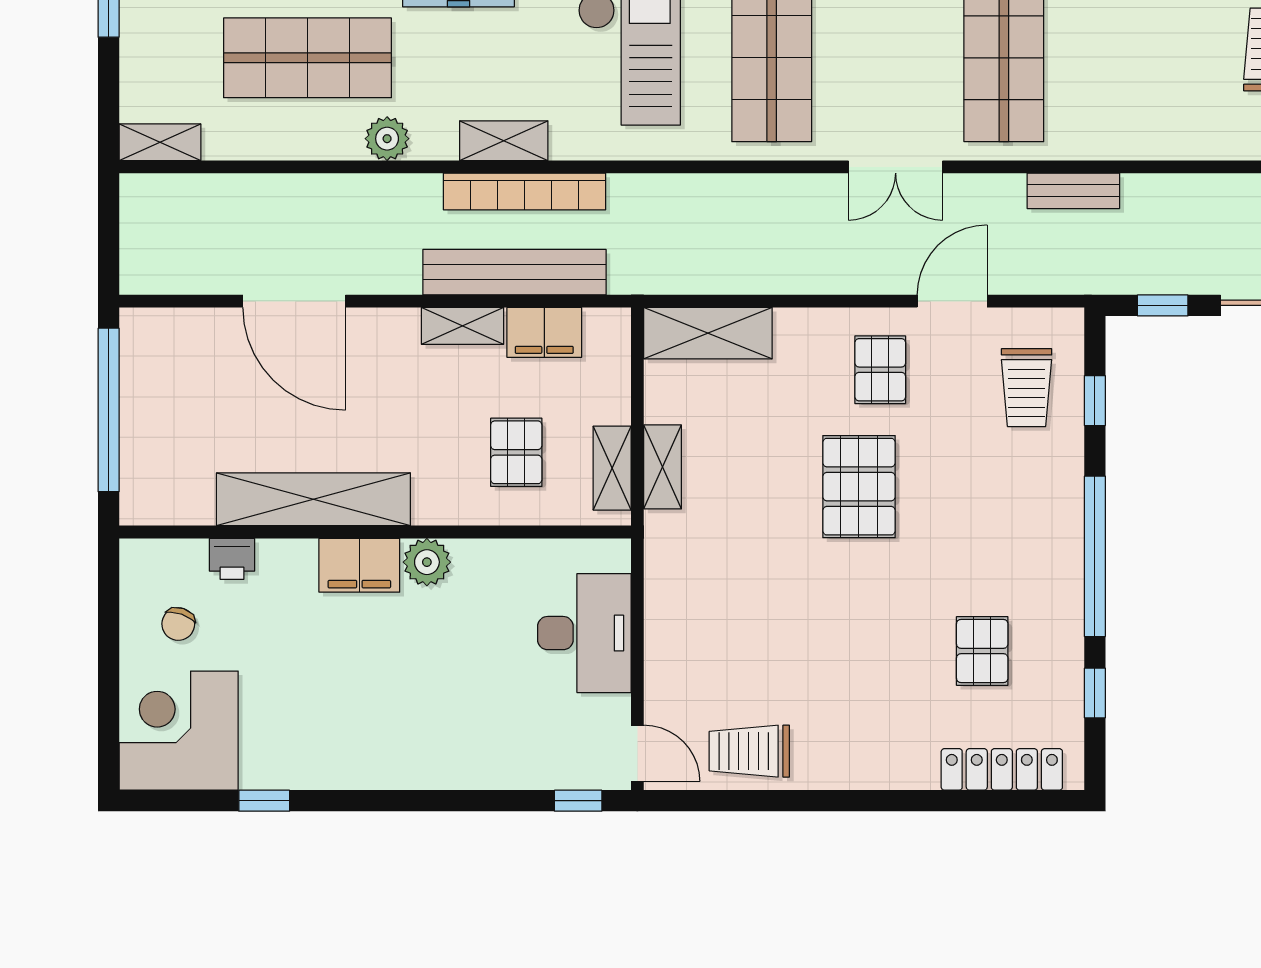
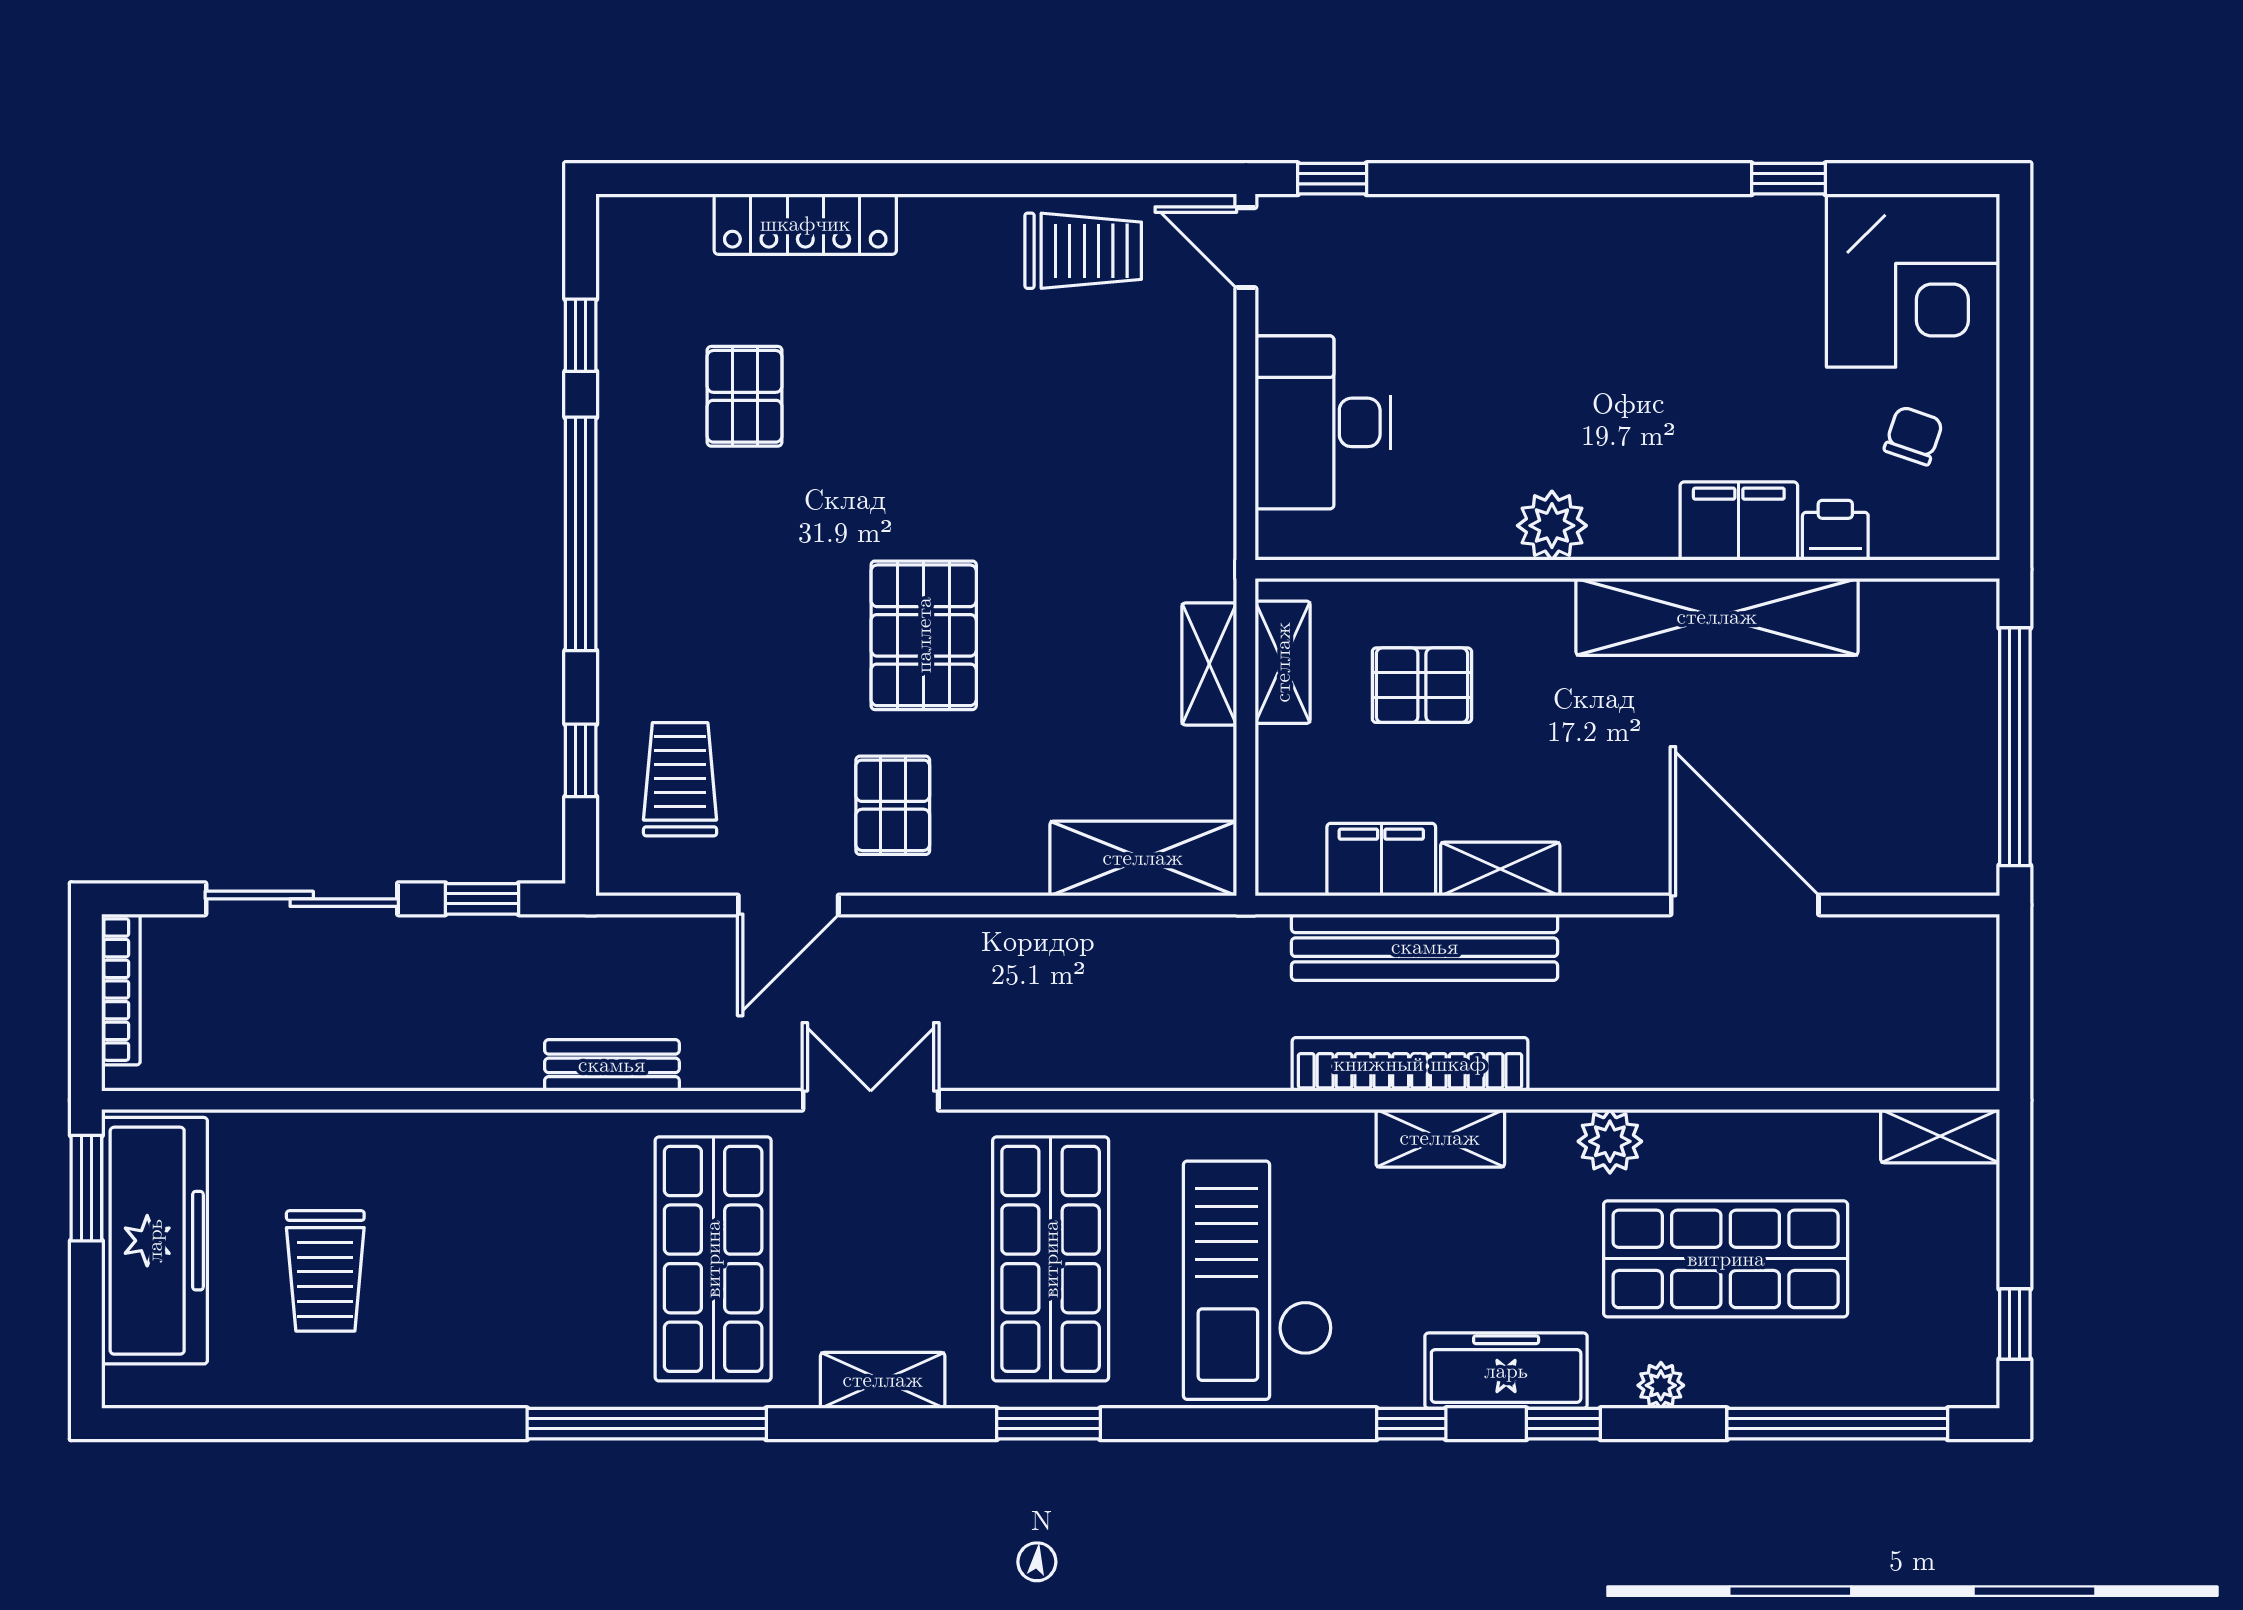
pallet: (516, 452) -> (1422, 685), turned 90
filing cabinet: (359, 565) -> (1739, 521), moved
locker: (1002, 769) -> (805, 224), moved

